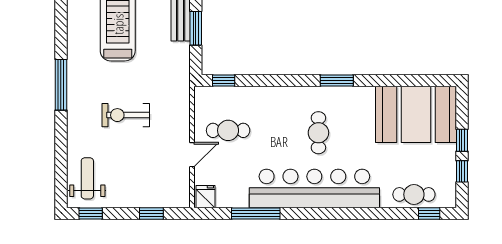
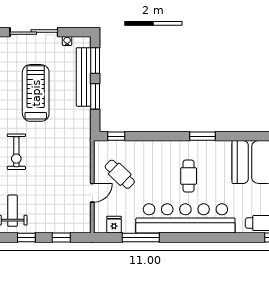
exercise bike: (126, 115) -> (16, 152), moved, turned -90
cafe table: (228, 130) -> (120, 174), turned 44
fridge: (205, 197) -> (114, 225), moved
window: (91, 214) -> (26, 238), moved

